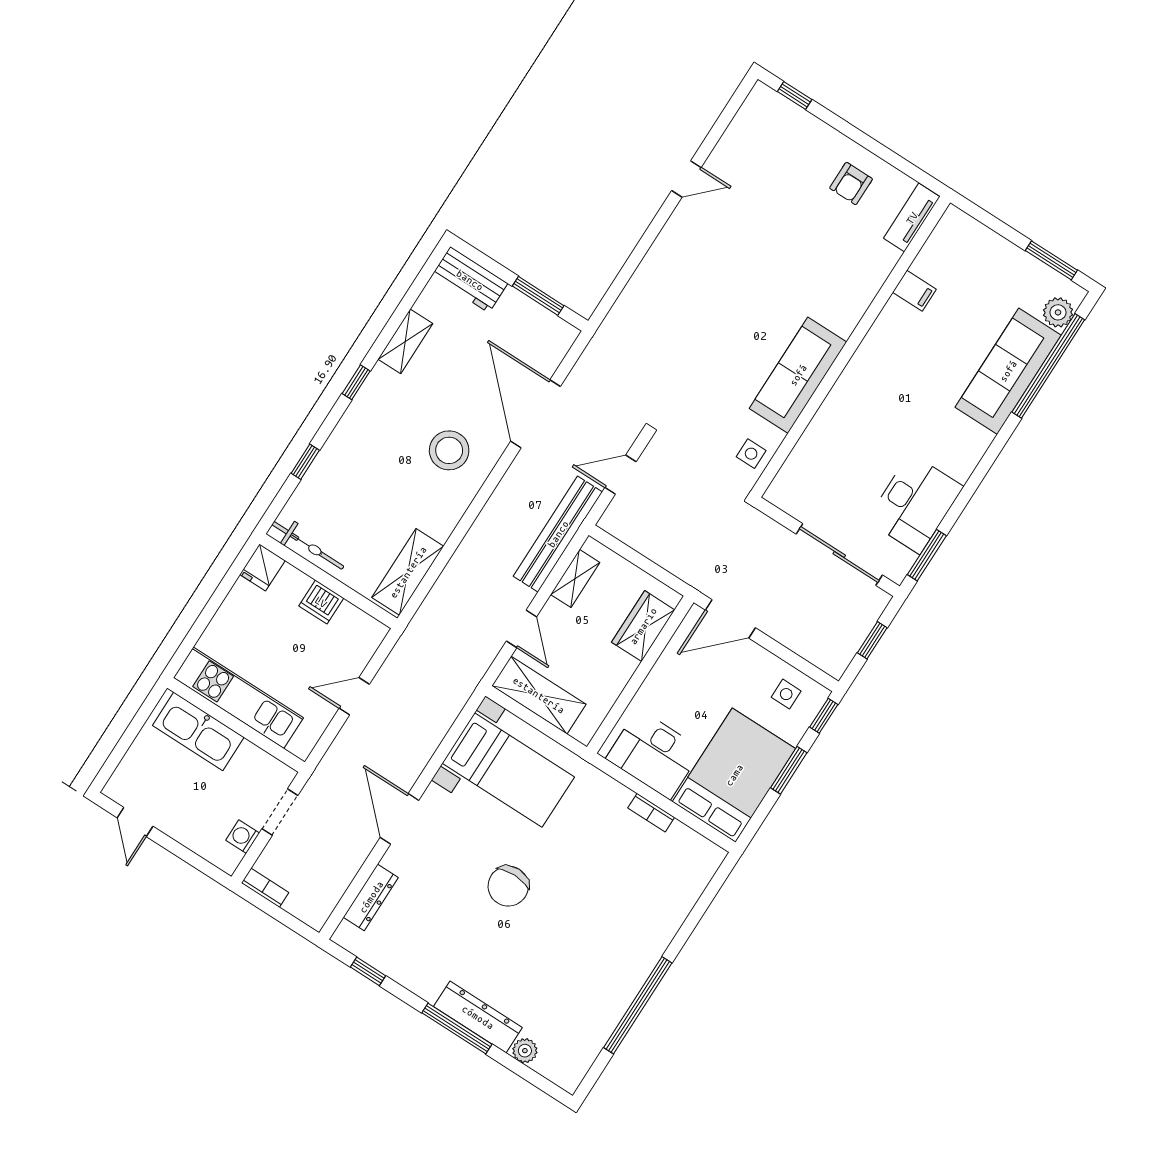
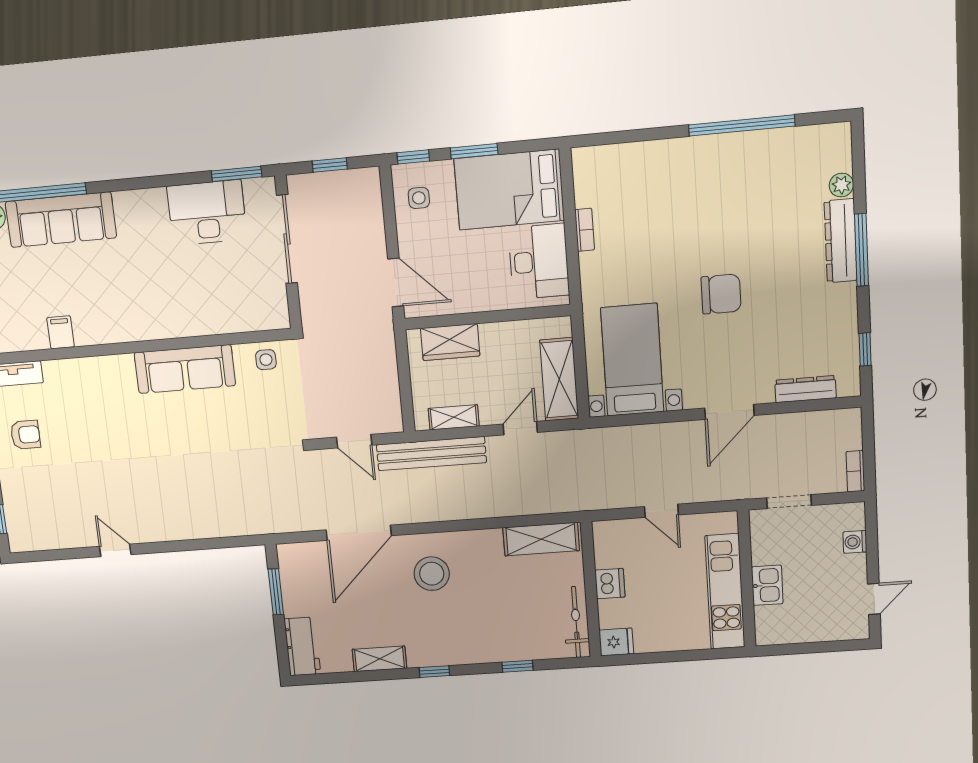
kitchen sink: (198, 731) -> (767, 585), width x0.53, depth x0.81
washing machine: (243, 837) -> (855, 542), moved, turned 90

